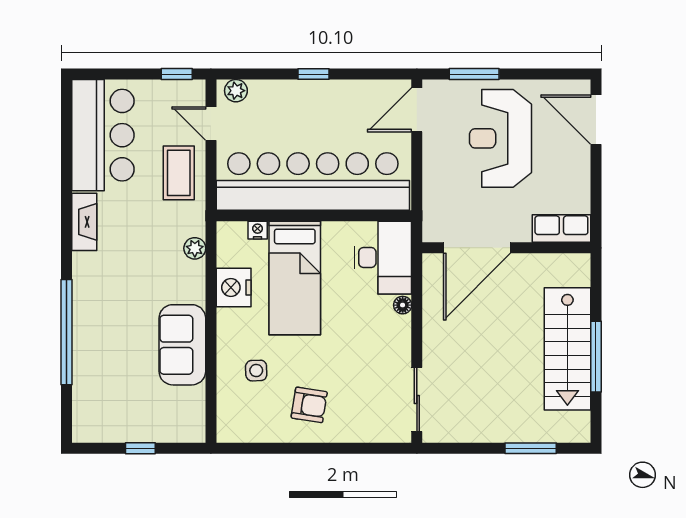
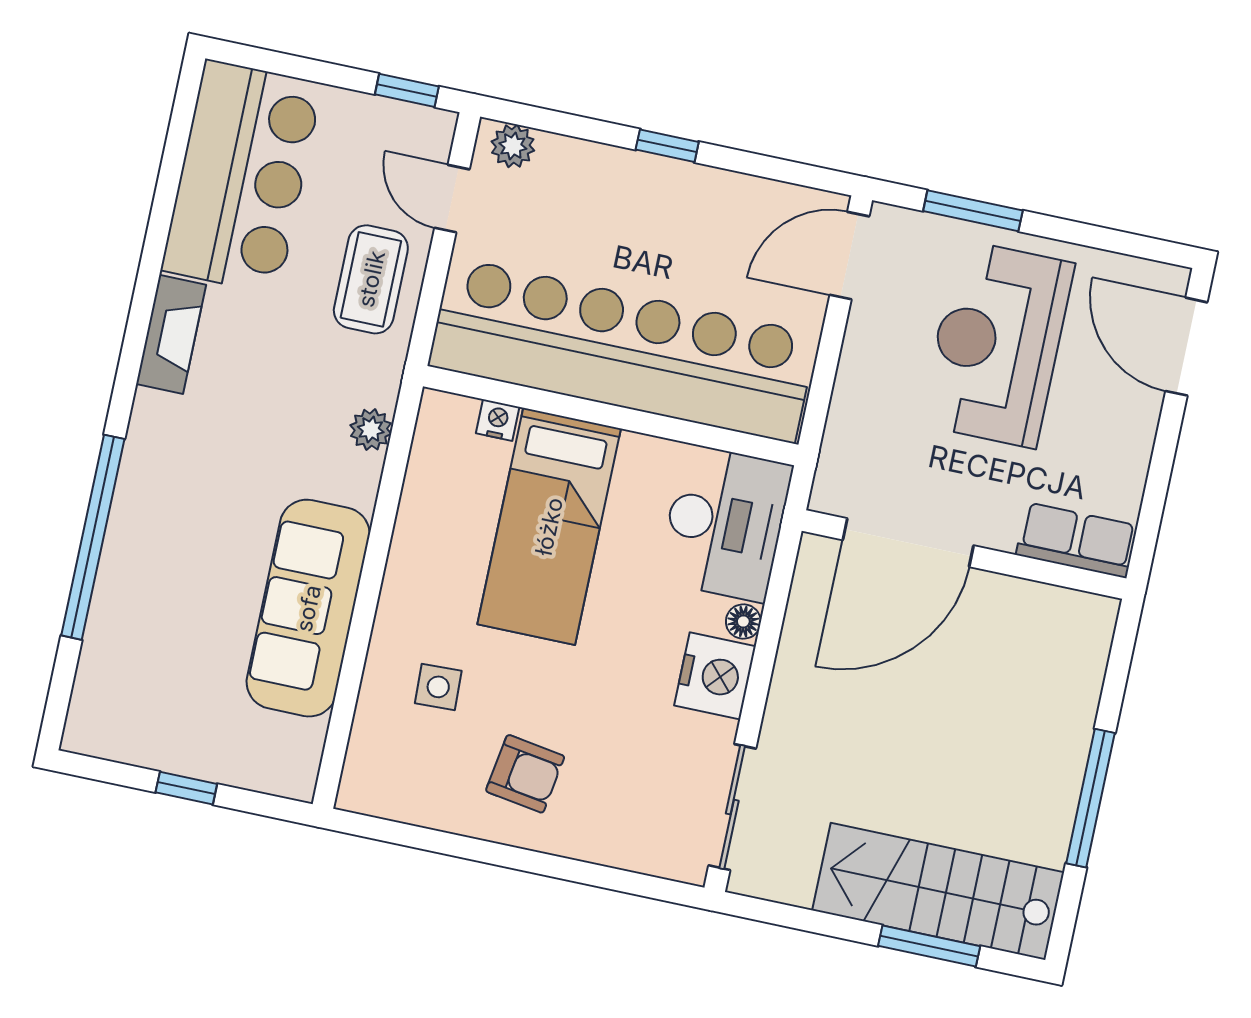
nightstand: (234, 288) -> (715, 676), moved, turned 180
sofa: (182, 345) -> (308, 608), width x1.36
stairs: (567, 349) -> (938, 891), moved, turned 90

